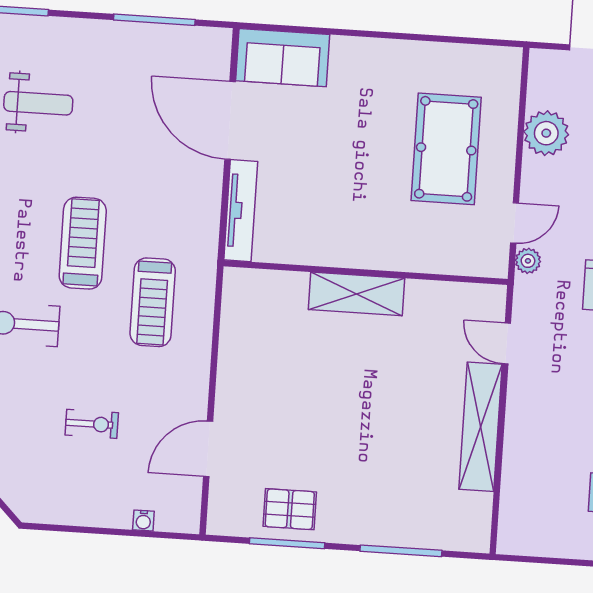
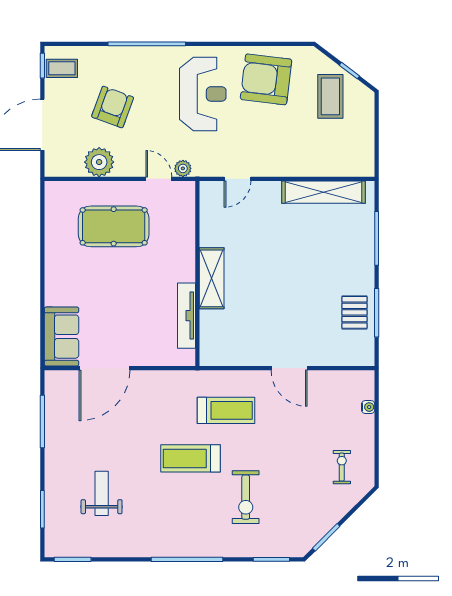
tv unit: (241, 211) -> (187, 316), moved, turned -90
exercise bike: (92, 424) -> (342, 467), moved
shelving: (480, 427) -> (323, 192), moved
door: (208, 449) -> (289, 368), moved

